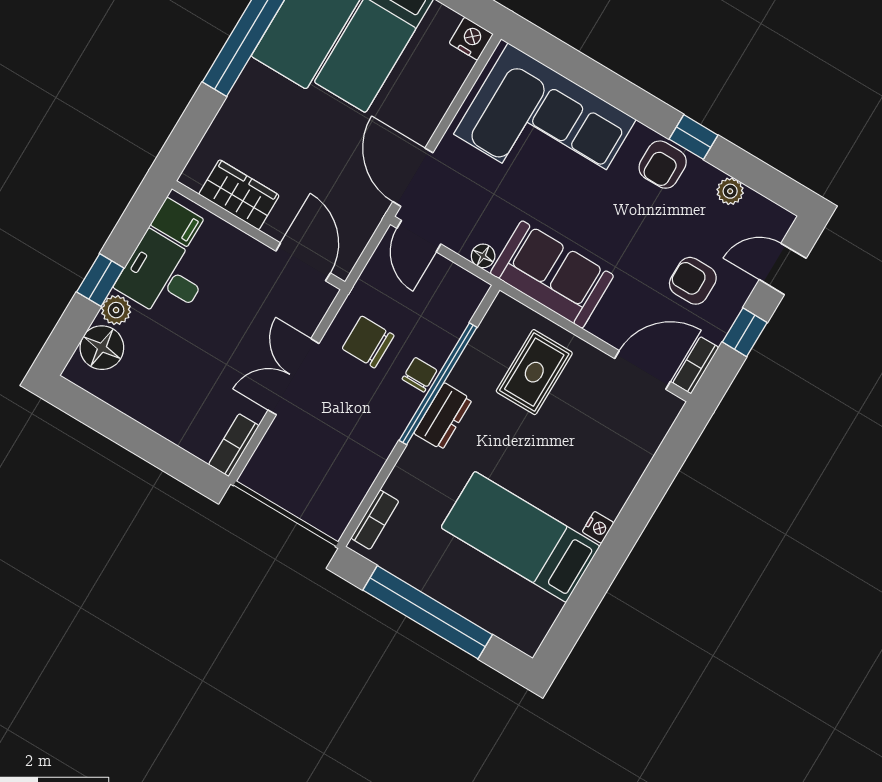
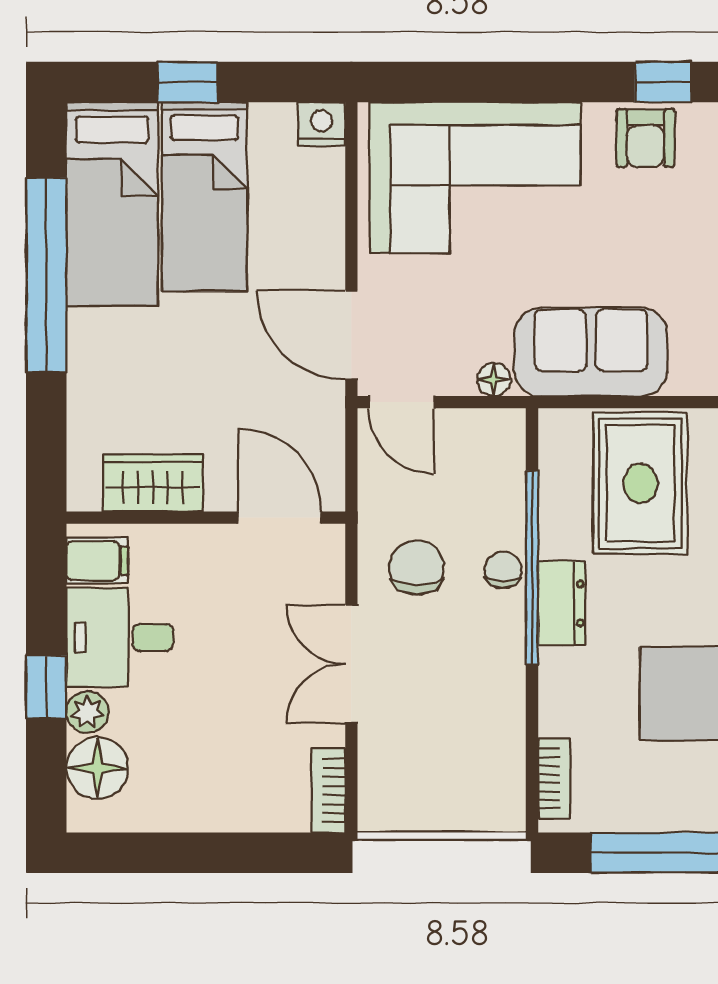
chair: (368, 342) -> (417, 568), turned 90
rug: (534, 372) -> (640, 483), width x1.36, depth x1.43

